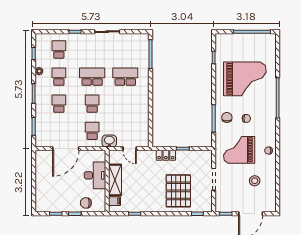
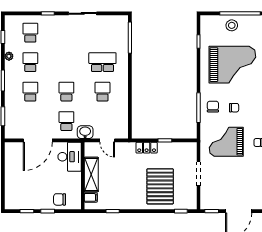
school desk: (92, 77) -> (102, 92), moved, width x0.54
desk: (95, 175) -> (70, 157), moved
stool: (255, 181) -> (232, 25), moved

